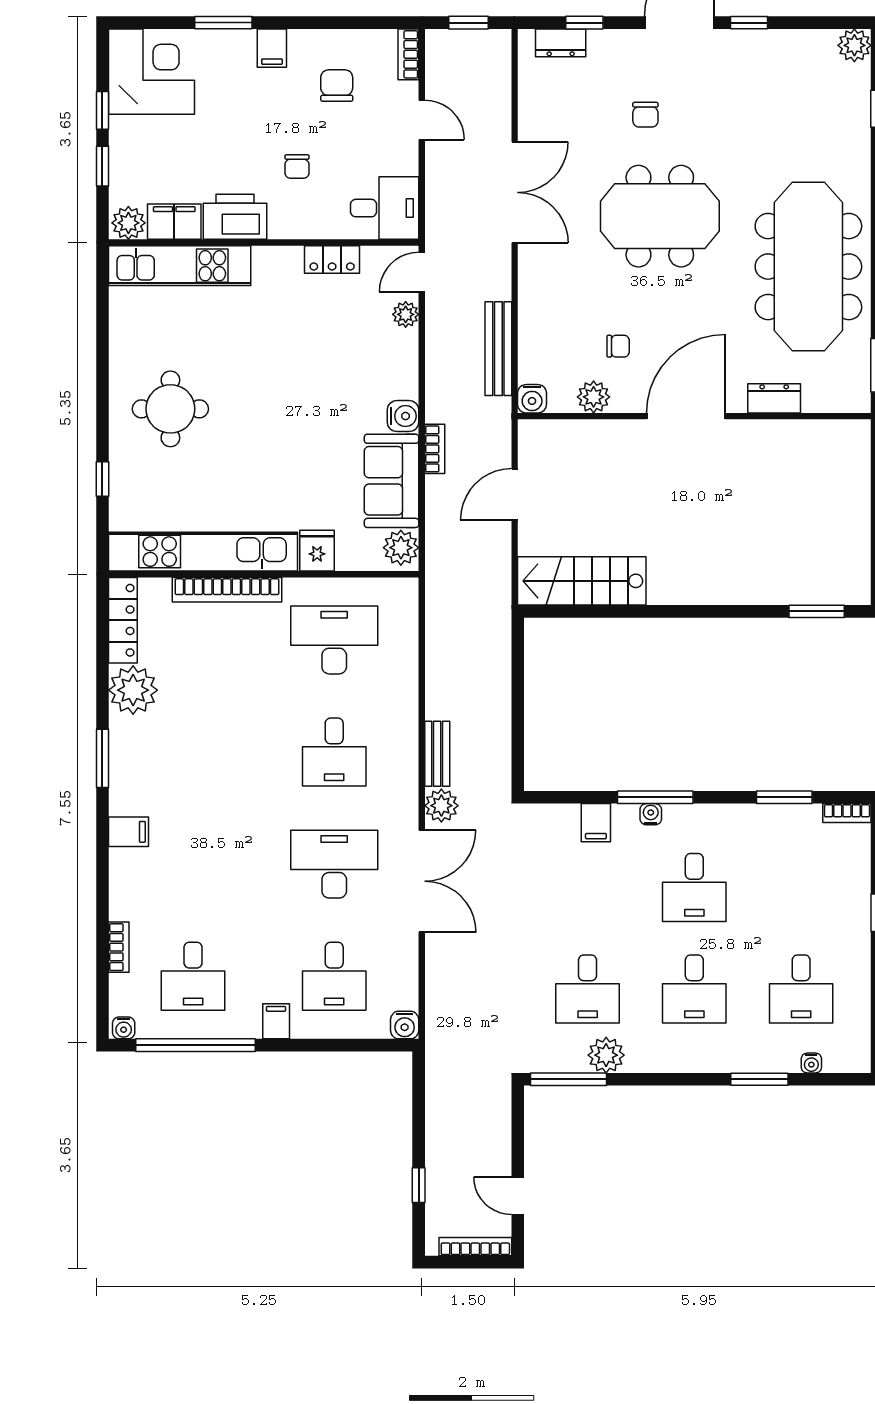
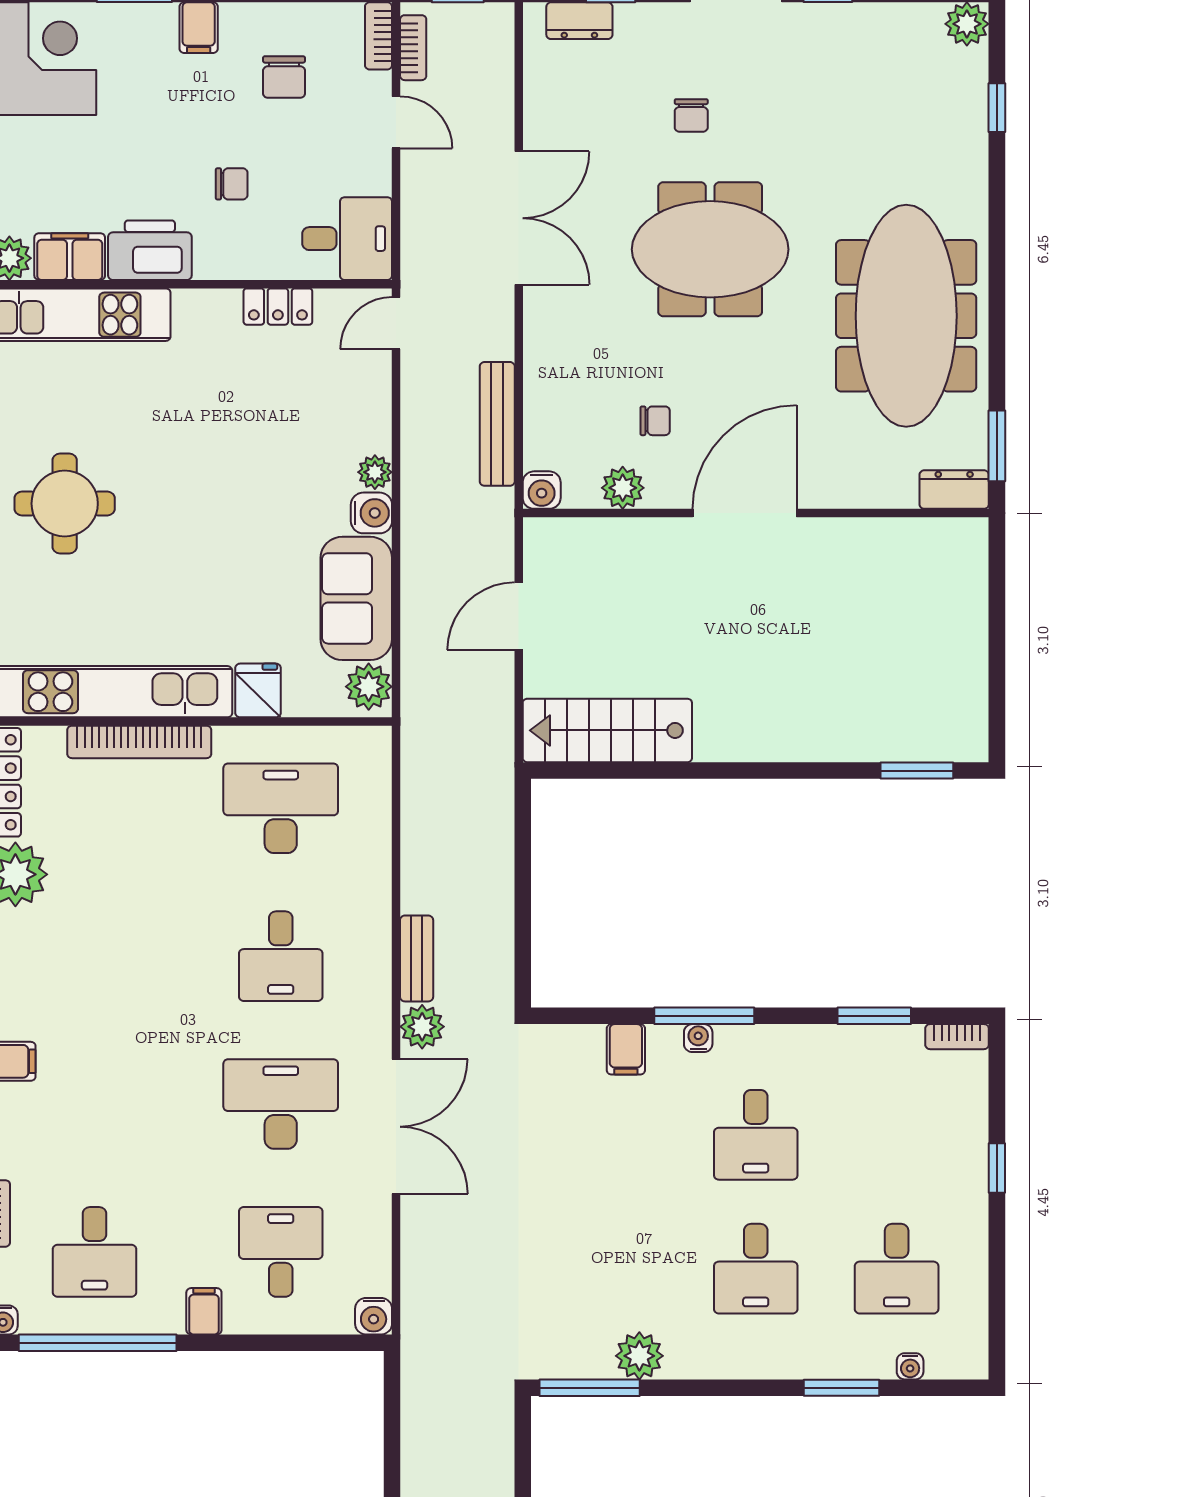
chair: (337, 86) -> (284, 77), turned 180
chair: (297, 167) -> (232, 184), turned -90
plant: (406, 314) -> (375, 472), moved
dresser: (774, 398) -> (954, 490), moved
bookcase: (435, 449) -> (413, 48), moved
desk: (334, 976) -> (281, 1252), turned 180
desk: (588, 989) -> (615, 1269), removed

